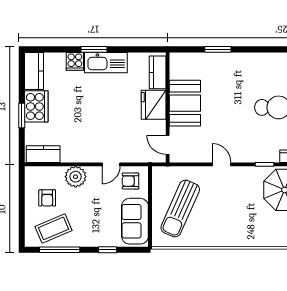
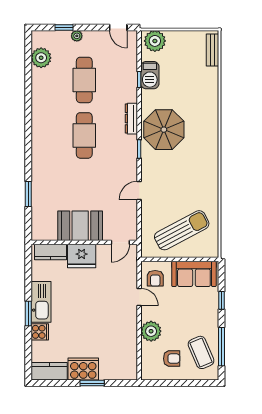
kitchen counter: (43, 154) -> (129, 362), removed
sun lounger: (180, 208) -> (182, 230), turned -52

